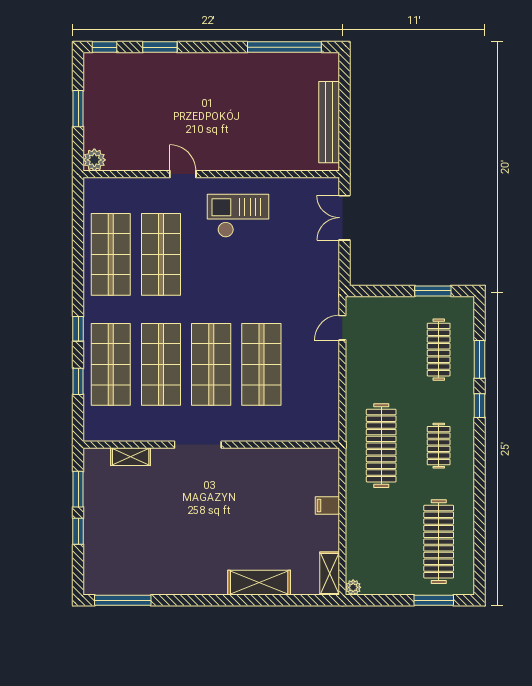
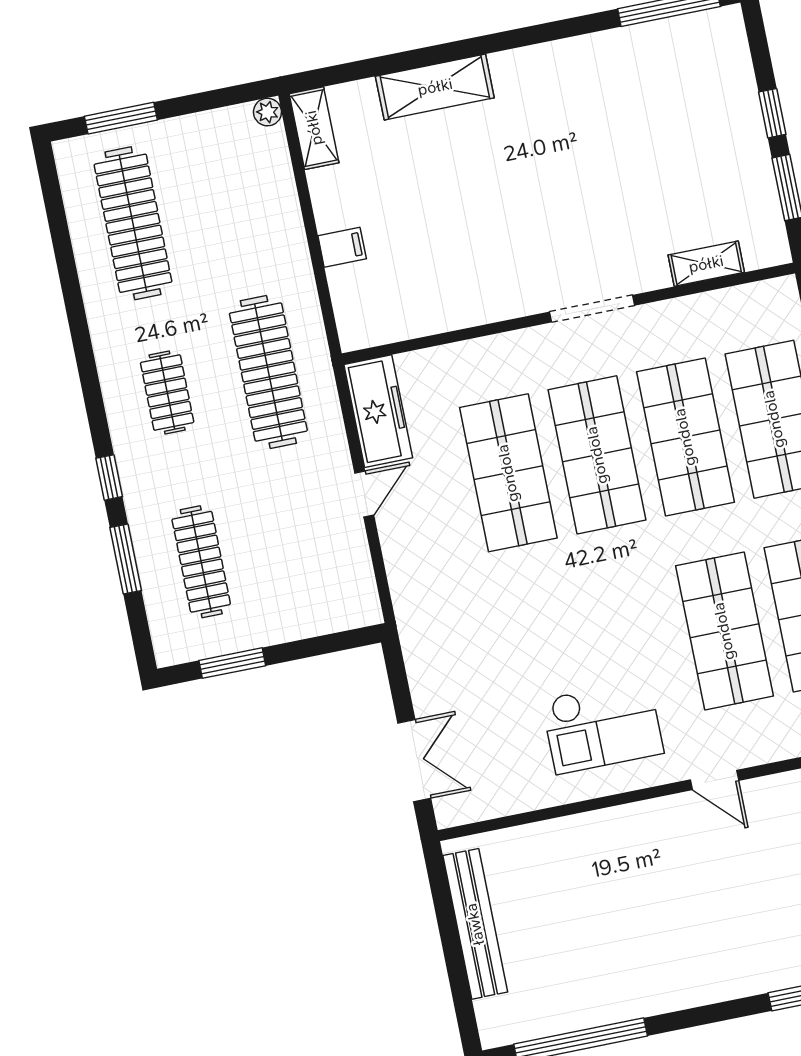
door: (342, 328) -> (364, 494), moved
freezer: (326, 412) -> (378, 411), added

